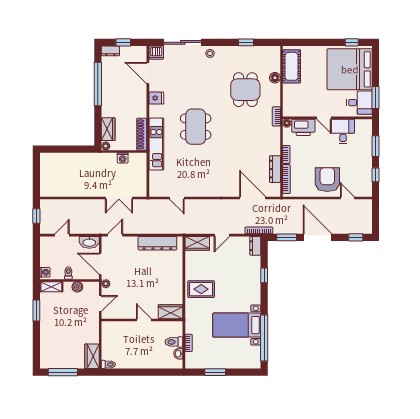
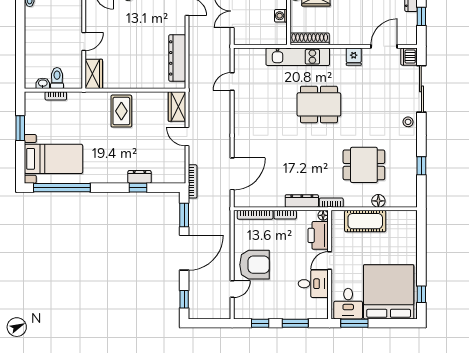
cot: (292, 66) -> (365, 221), moved
dresser: (275, 169) -> (302, 201), moved
dresser: (255, 246) -> (140, 177), moved
bed with nightstands: (237, 325) -> (54, 159), moved, turned 90

